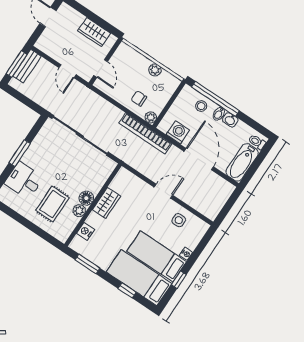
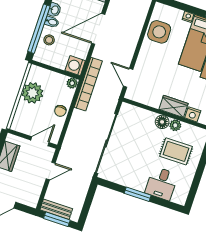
plant: (155, 70) -> (32, 93), width x1.87, depth x1.87
chair: (139, 98) -> (60, 111), moved
washing machine: (178, 132) -> (75, 66), moved
door: (163, 191) -> (128, 78), moved
wardrobe: (106, 203) -> (174, 106), moved
side table: (179, 220) -> (159, 32), width x1.87, depth x1.87

